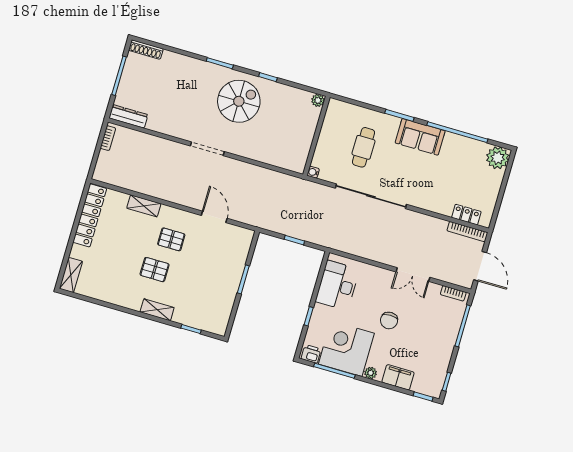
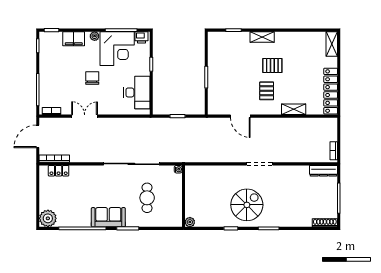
spiral stairs: (239, 101) -> (247, 205), turned 180
pallet: (171, 239) -> (267, 91), turned 90
door: (480, 266) -> (38, 136), hinge flipped

